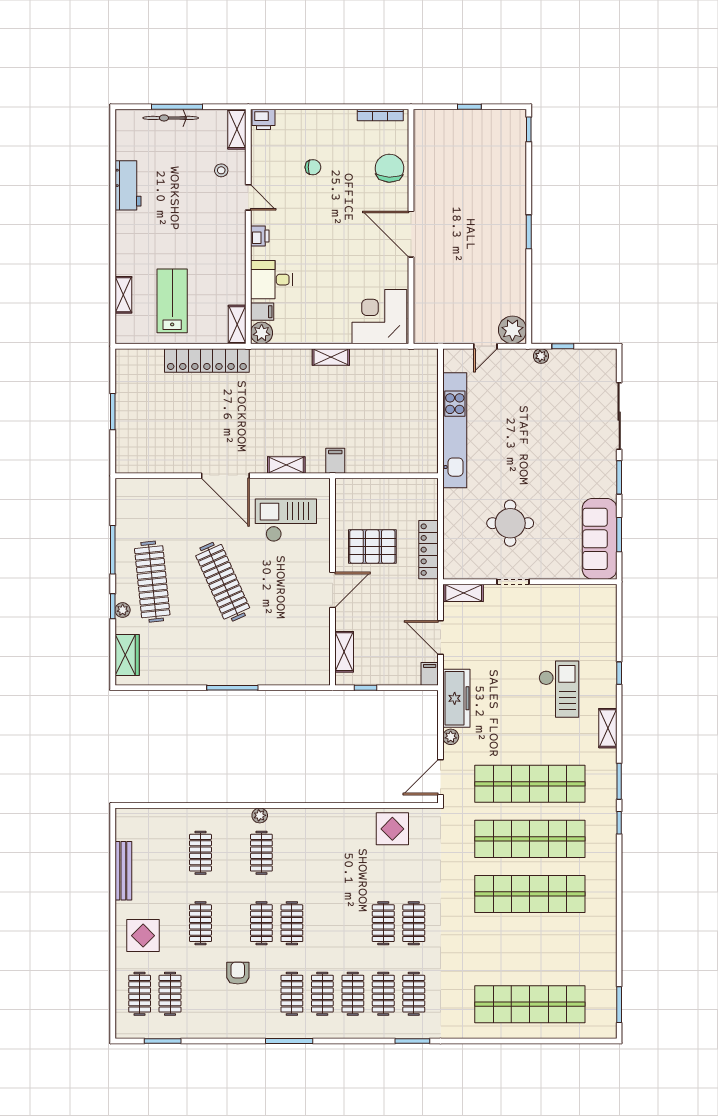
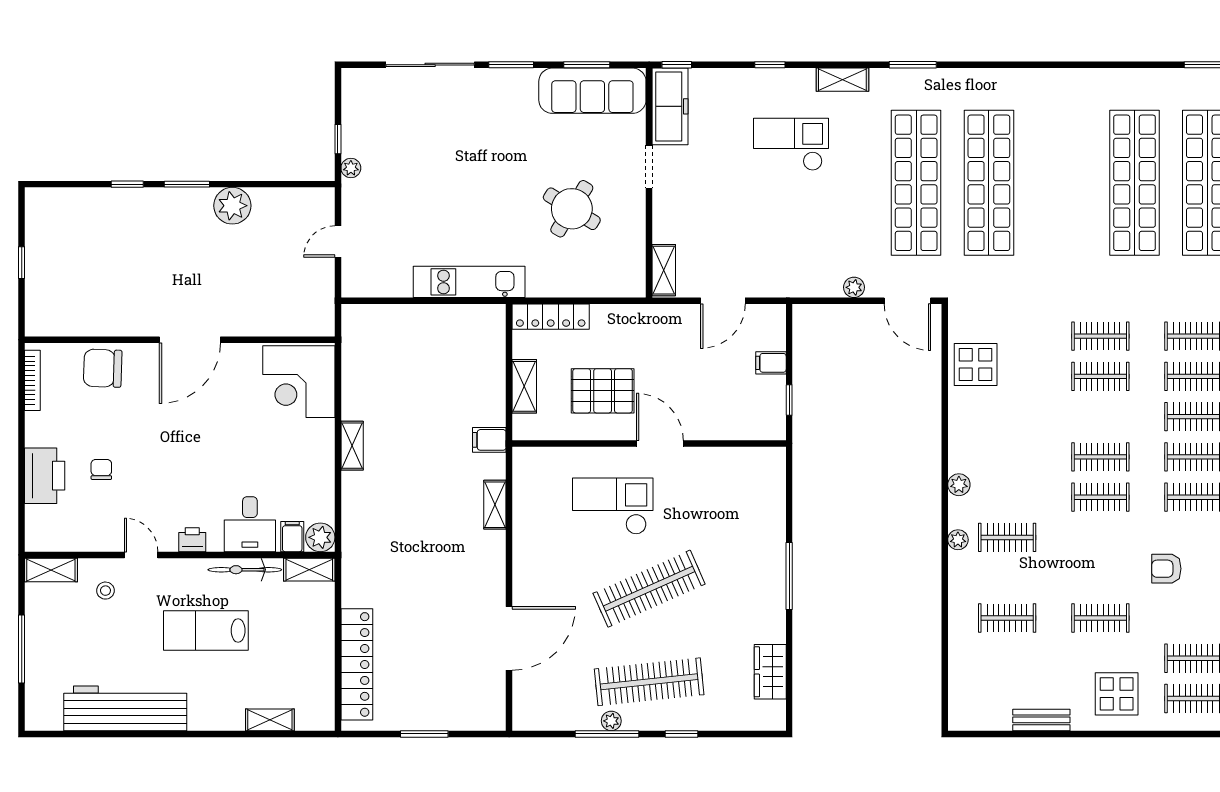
bicycle: (171, 118) -> (245, 570), moved, turned 90
printer: (263, 119) -> (45, 476), moved, width x1.87, depth x1.48
window: (529, 129) -> (127, 184), moved
workbench: (128, 185) -> (125, 708), width x1.88, depth x1.32
door: (248, 197) -> (141, 555), hinge flipped
lab bench: (172, 301) -> (206, 630), moved
plant: (512, 330) -> (232, 206), moved
door: (485, 346) -> (338, 242), swing flipped
locker: (207, 361) -> (357, 664), moved
kitchen unit: (455, 430) -> (469, 282), width x0.73
door: (225, 476) -> (509, 638), moved
checkout: (286, 520) -> (613, 506), moved, turned 90
round table: (510, 523) -> (572, 209), turned 32
pallet: (372, 547) -> (603, 391), turned 90
locker: (429, 550) -> (551, 317), moved
doorway: (513, 582) -> (649, 167), moved
plant: (123, 610) -> (611, 721), moved
shelving: (344, 652) -> (524, 386), moved, turned 90
wardrobe: (127, 655) -> (770, 672), moved, turned -90
filing cabinet: (430, 674) -> (771, 363), moved
freezer: (456, 698) -> (670, 106), moved, turned 90
plant: (301, 816) -> (959, 485), added
window: (619, 823) -> (677, 65), moved
bench: (123, 871) -> (1041, 720), width x0.73
shop shelf: (530, 894) -> (1135, 183), moved
clothes rail: (261, 923) -> (1100, 457), moved

